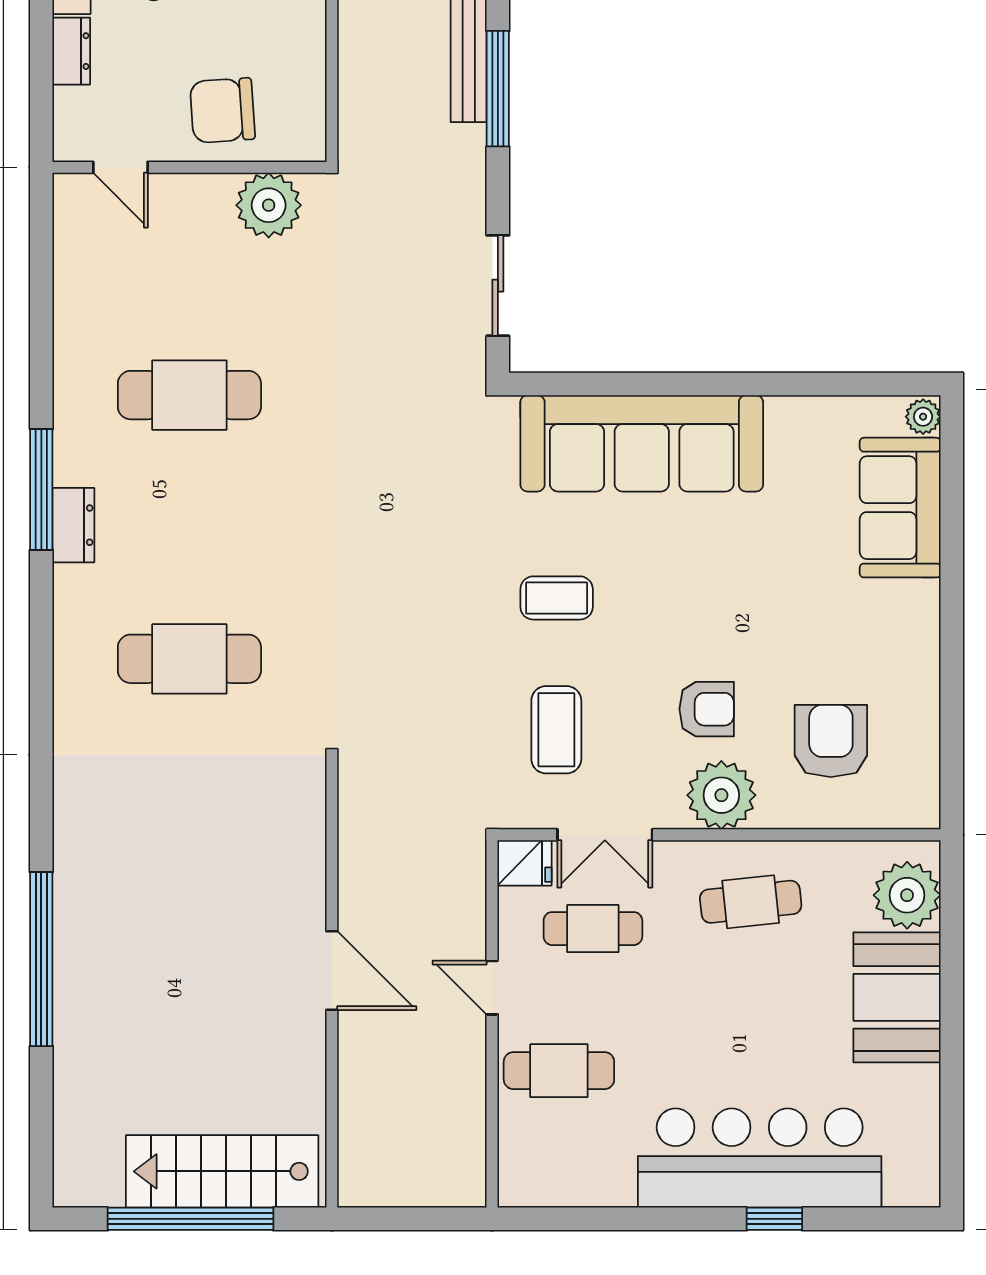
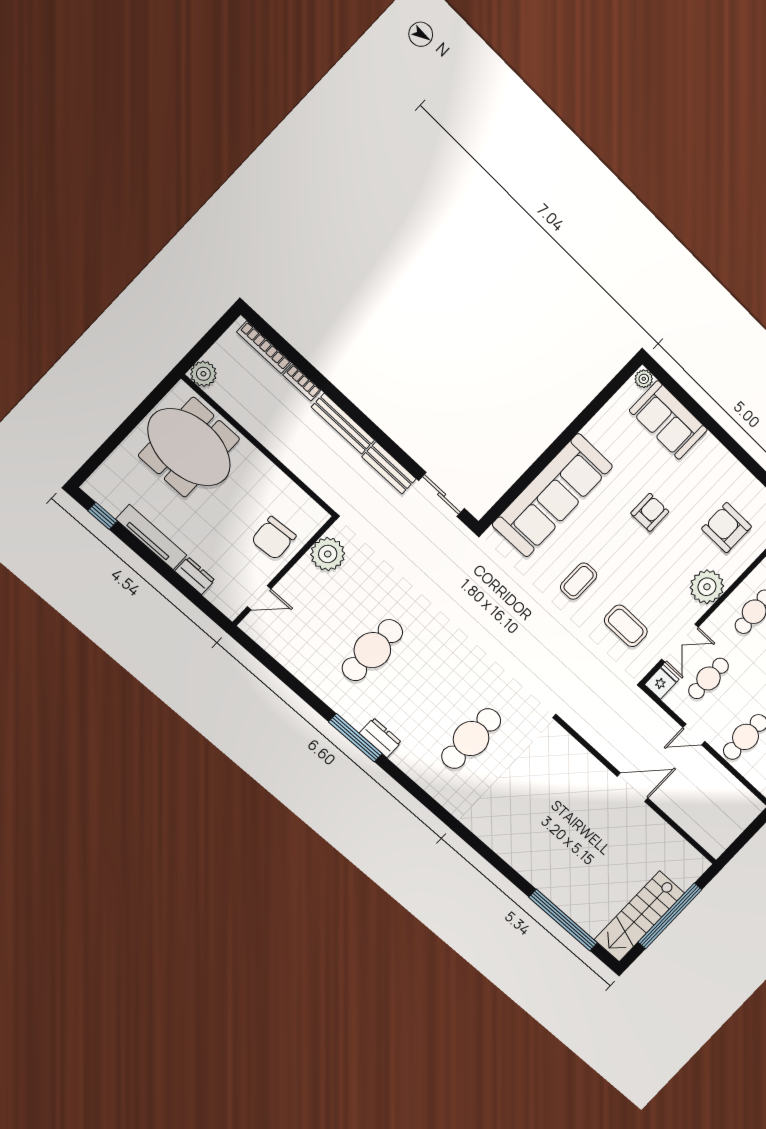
window: (498, 89) -> (366, 424), removed
bench: (467, 178) -> (389, 468), added
armchair: (707, 709) -> (650, 512), moved
window: (41, 959) -> (563, 920), moved
stairs: (222, 1171) -> (639, 916), moved

